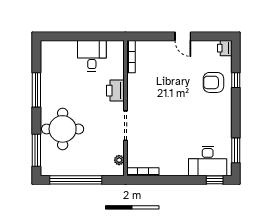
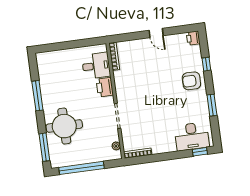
desk: (92, 56) -> (96, 66), moved, turned 90
armchair: (213, 82) -> (191, 81), moved
window: (236, 150) -> (212, 105), moved

